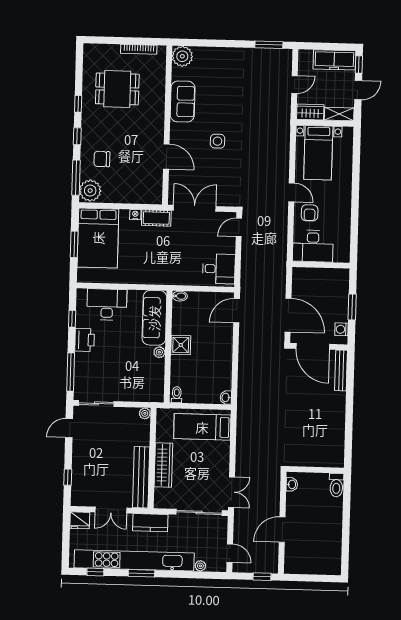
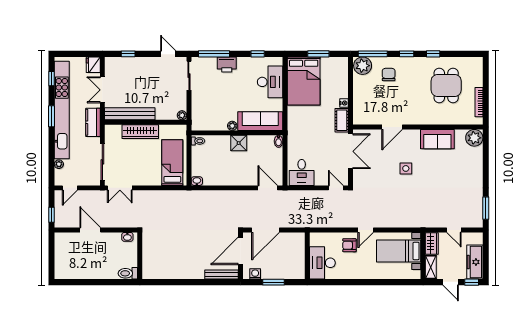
bed: (98, 238) -> (304, 81), moved, turned -90
desk: (313, 246) -> (322, 263), moved
printer: (85, 340) -> (227, 65), moved

